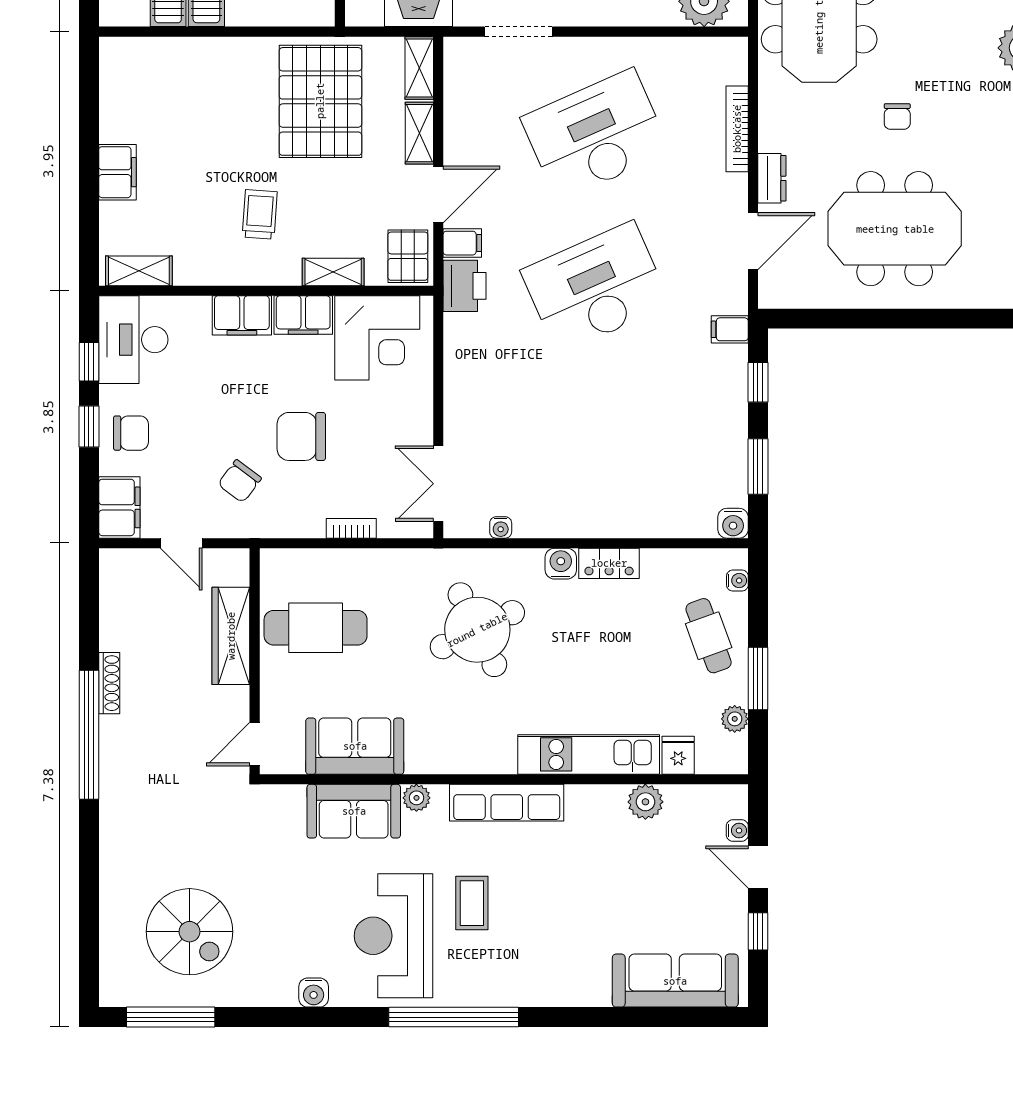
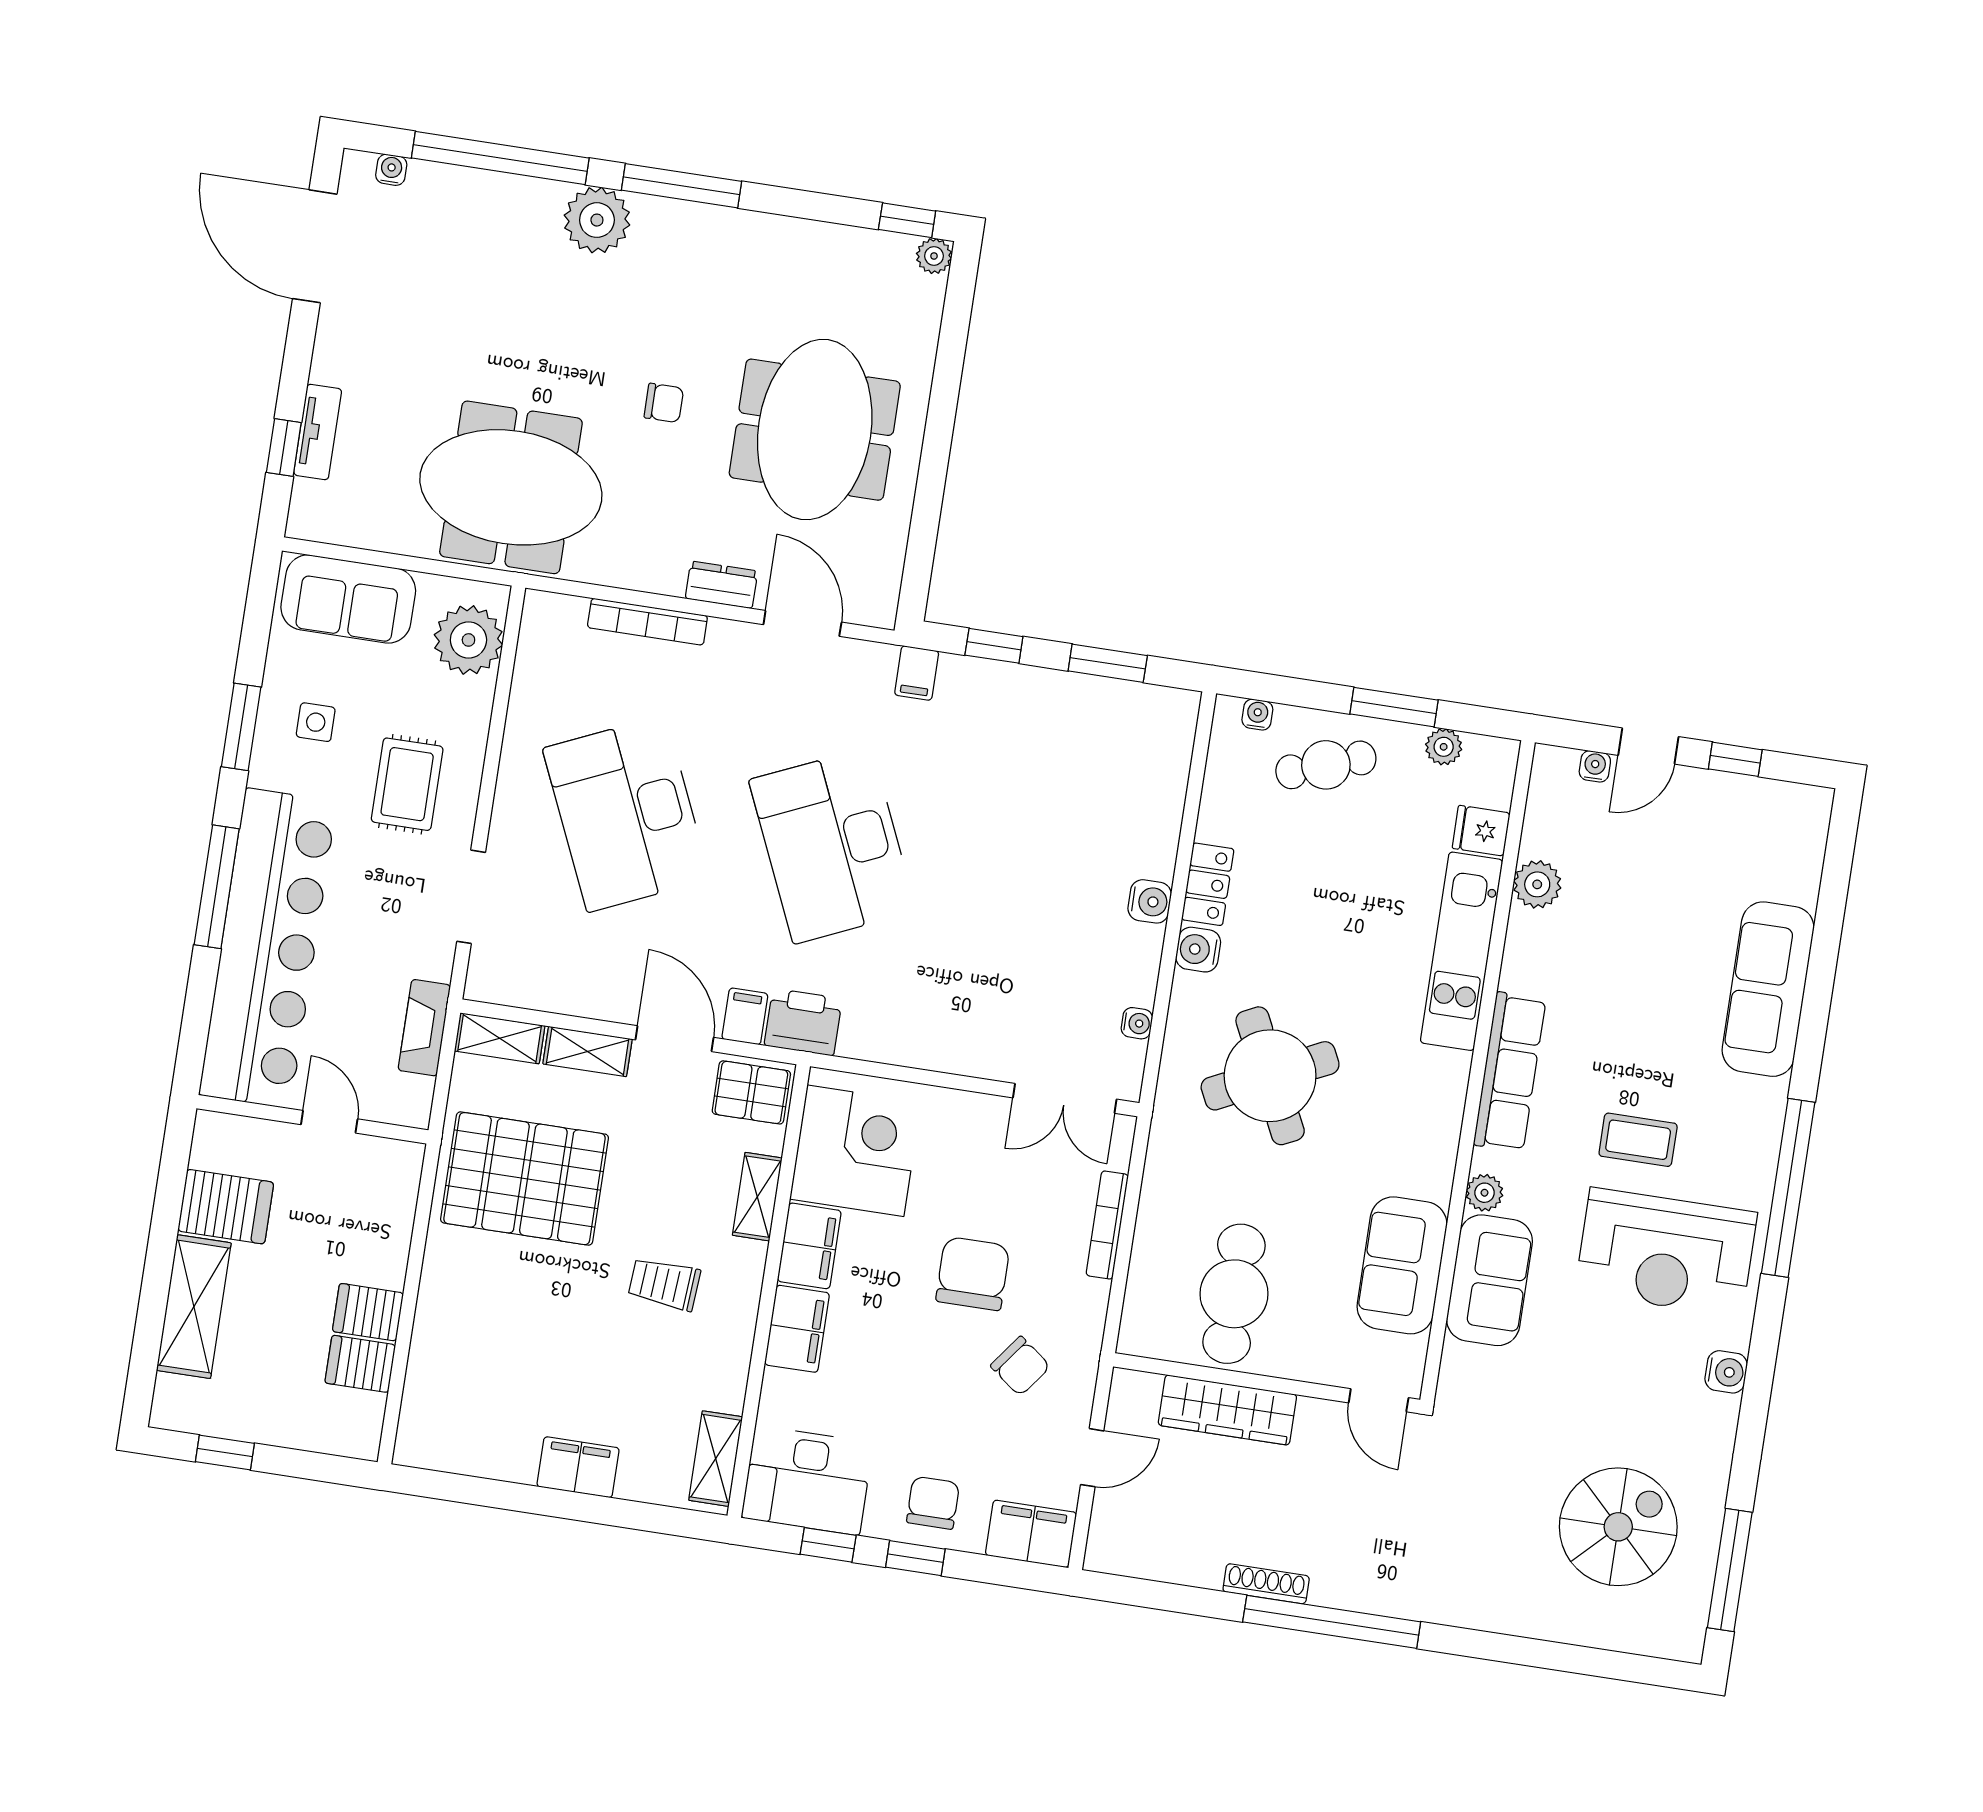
chair: (301, 436) -> (973, 1274), turned 180
water cooler: (733, 523) -> (1150, 901), moved
bookcase: (351, 528) -> (1107, 1225), width x1.56
sofa: (675, 981) -> (1768, 989), moved

